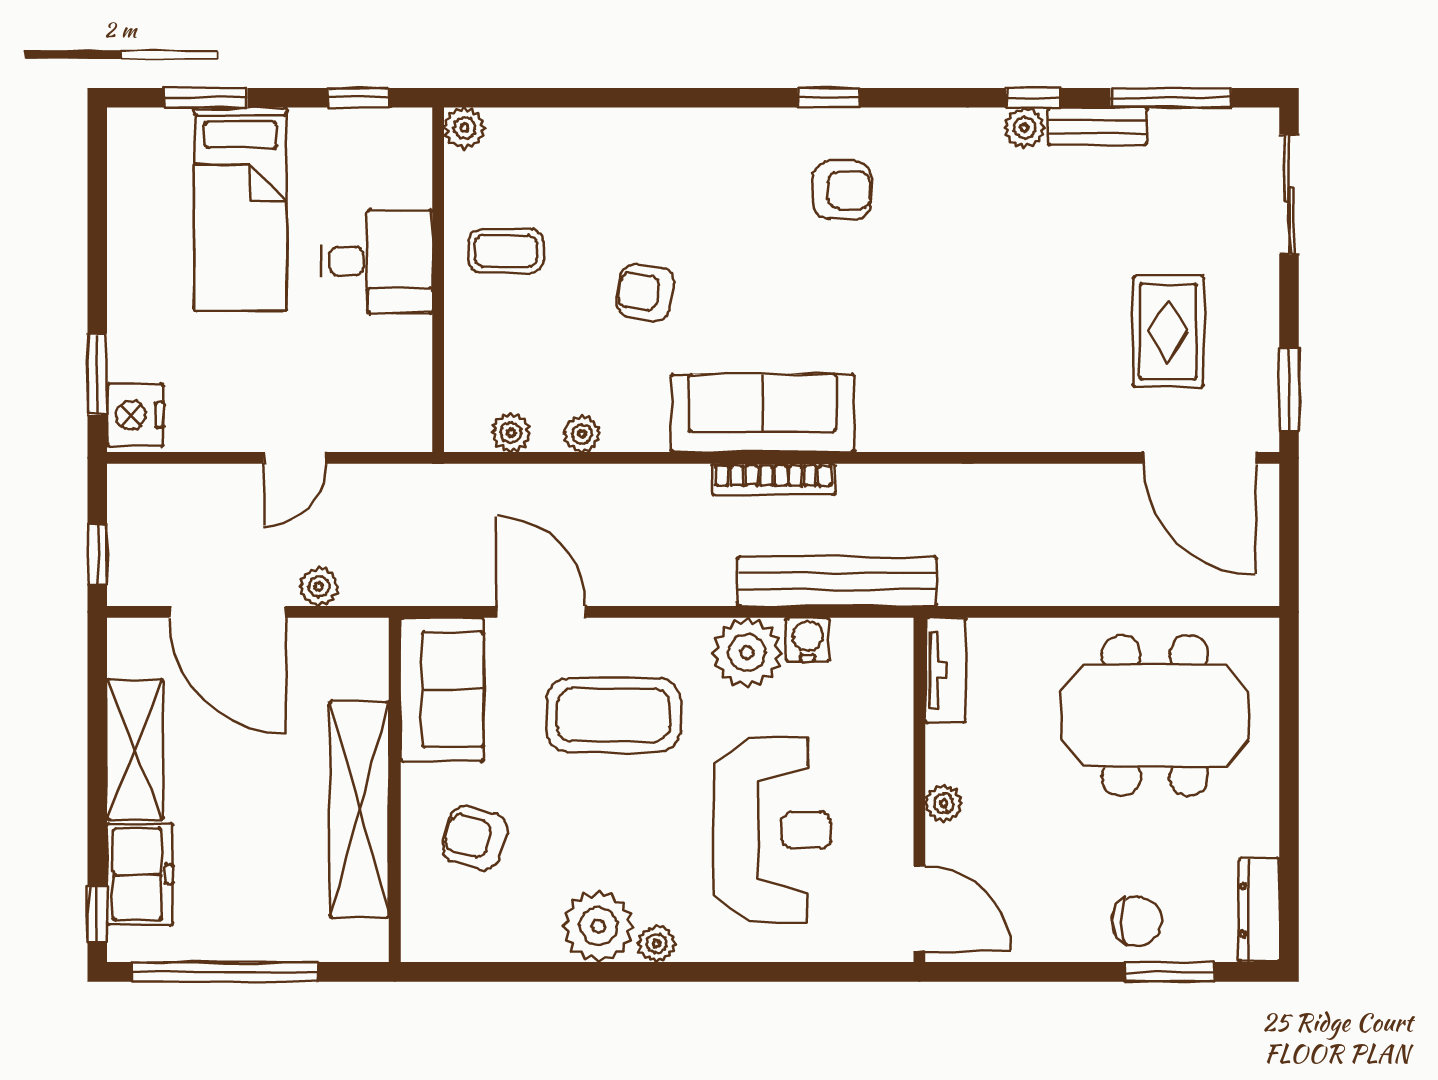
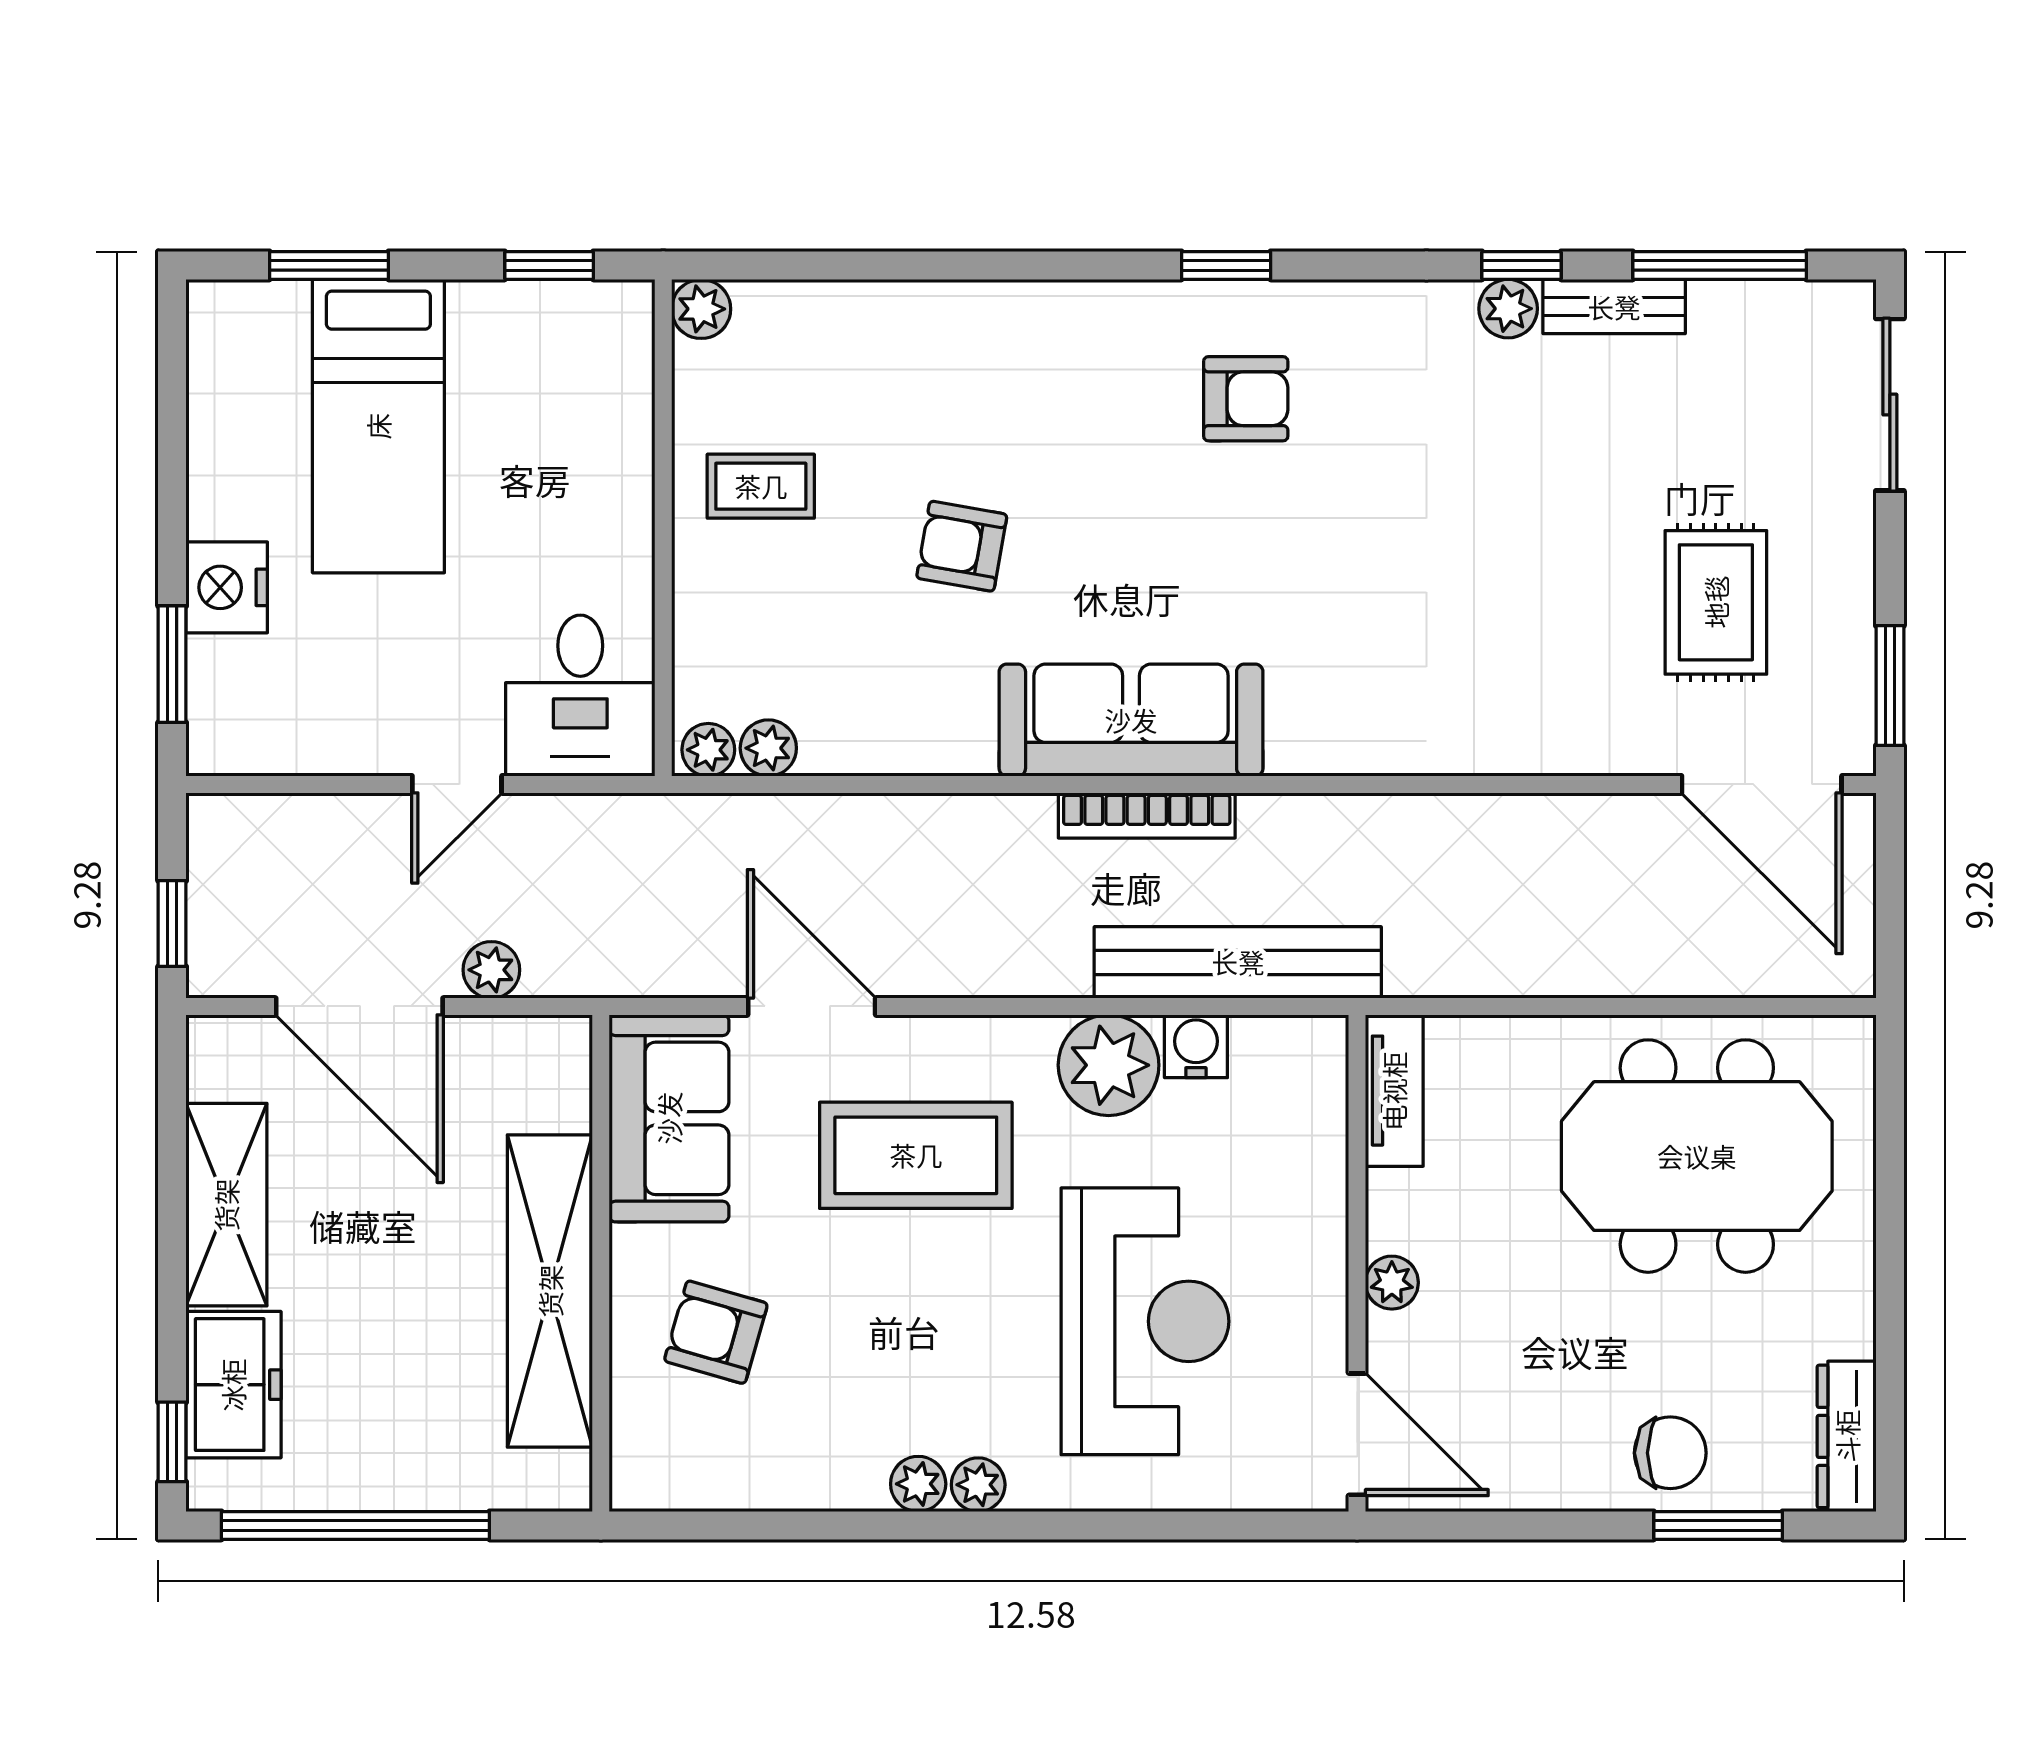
desk: (376, 261) -> (580, 696), moved, turned 90
nightstand: (135, 415) -> (227, 587), moved
plant: (582, 434) -> (708, 750), moved
plant: (598, 926) -> (918, 1484), width x0.53, depth x0.53

